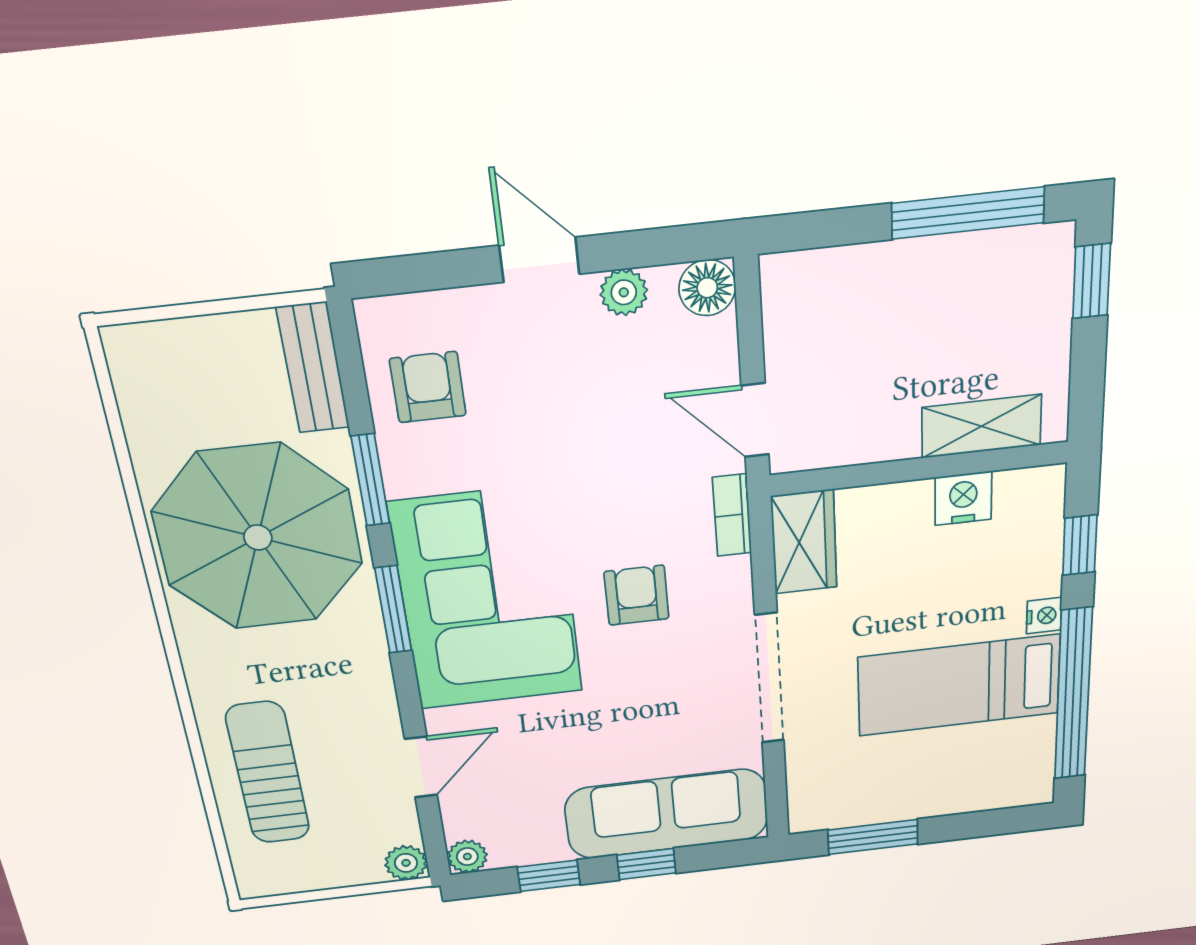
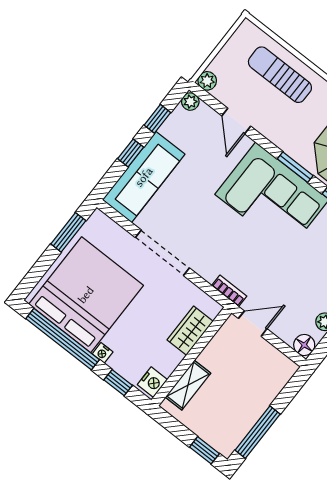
nightstand: (963, 498) -> (152, 382), moved
wardrobe: (804, 542) -> (190, 331), moved, turned 90
armchair: (637, 595) -> (230, 240), removed
bed: (959, 685) -> (86, 295), width x2.04
sun lounger: (268, 773) -> (280, 75), turned 180

